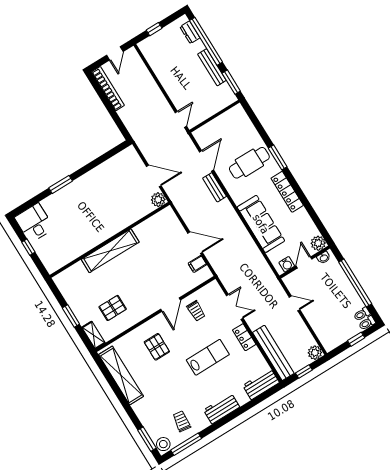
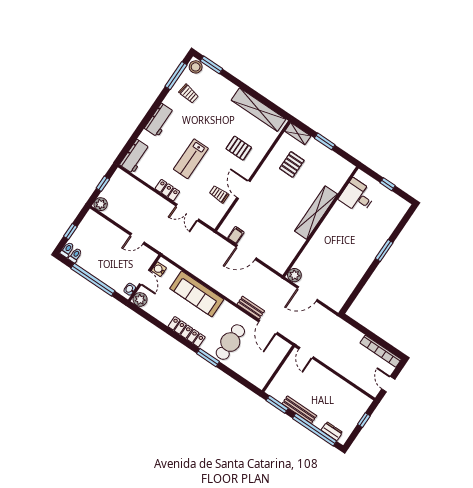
desk: (34, 223) -> (357, 196), moved, turned 180
bench: (273, 353) -> (136, 188), removed

